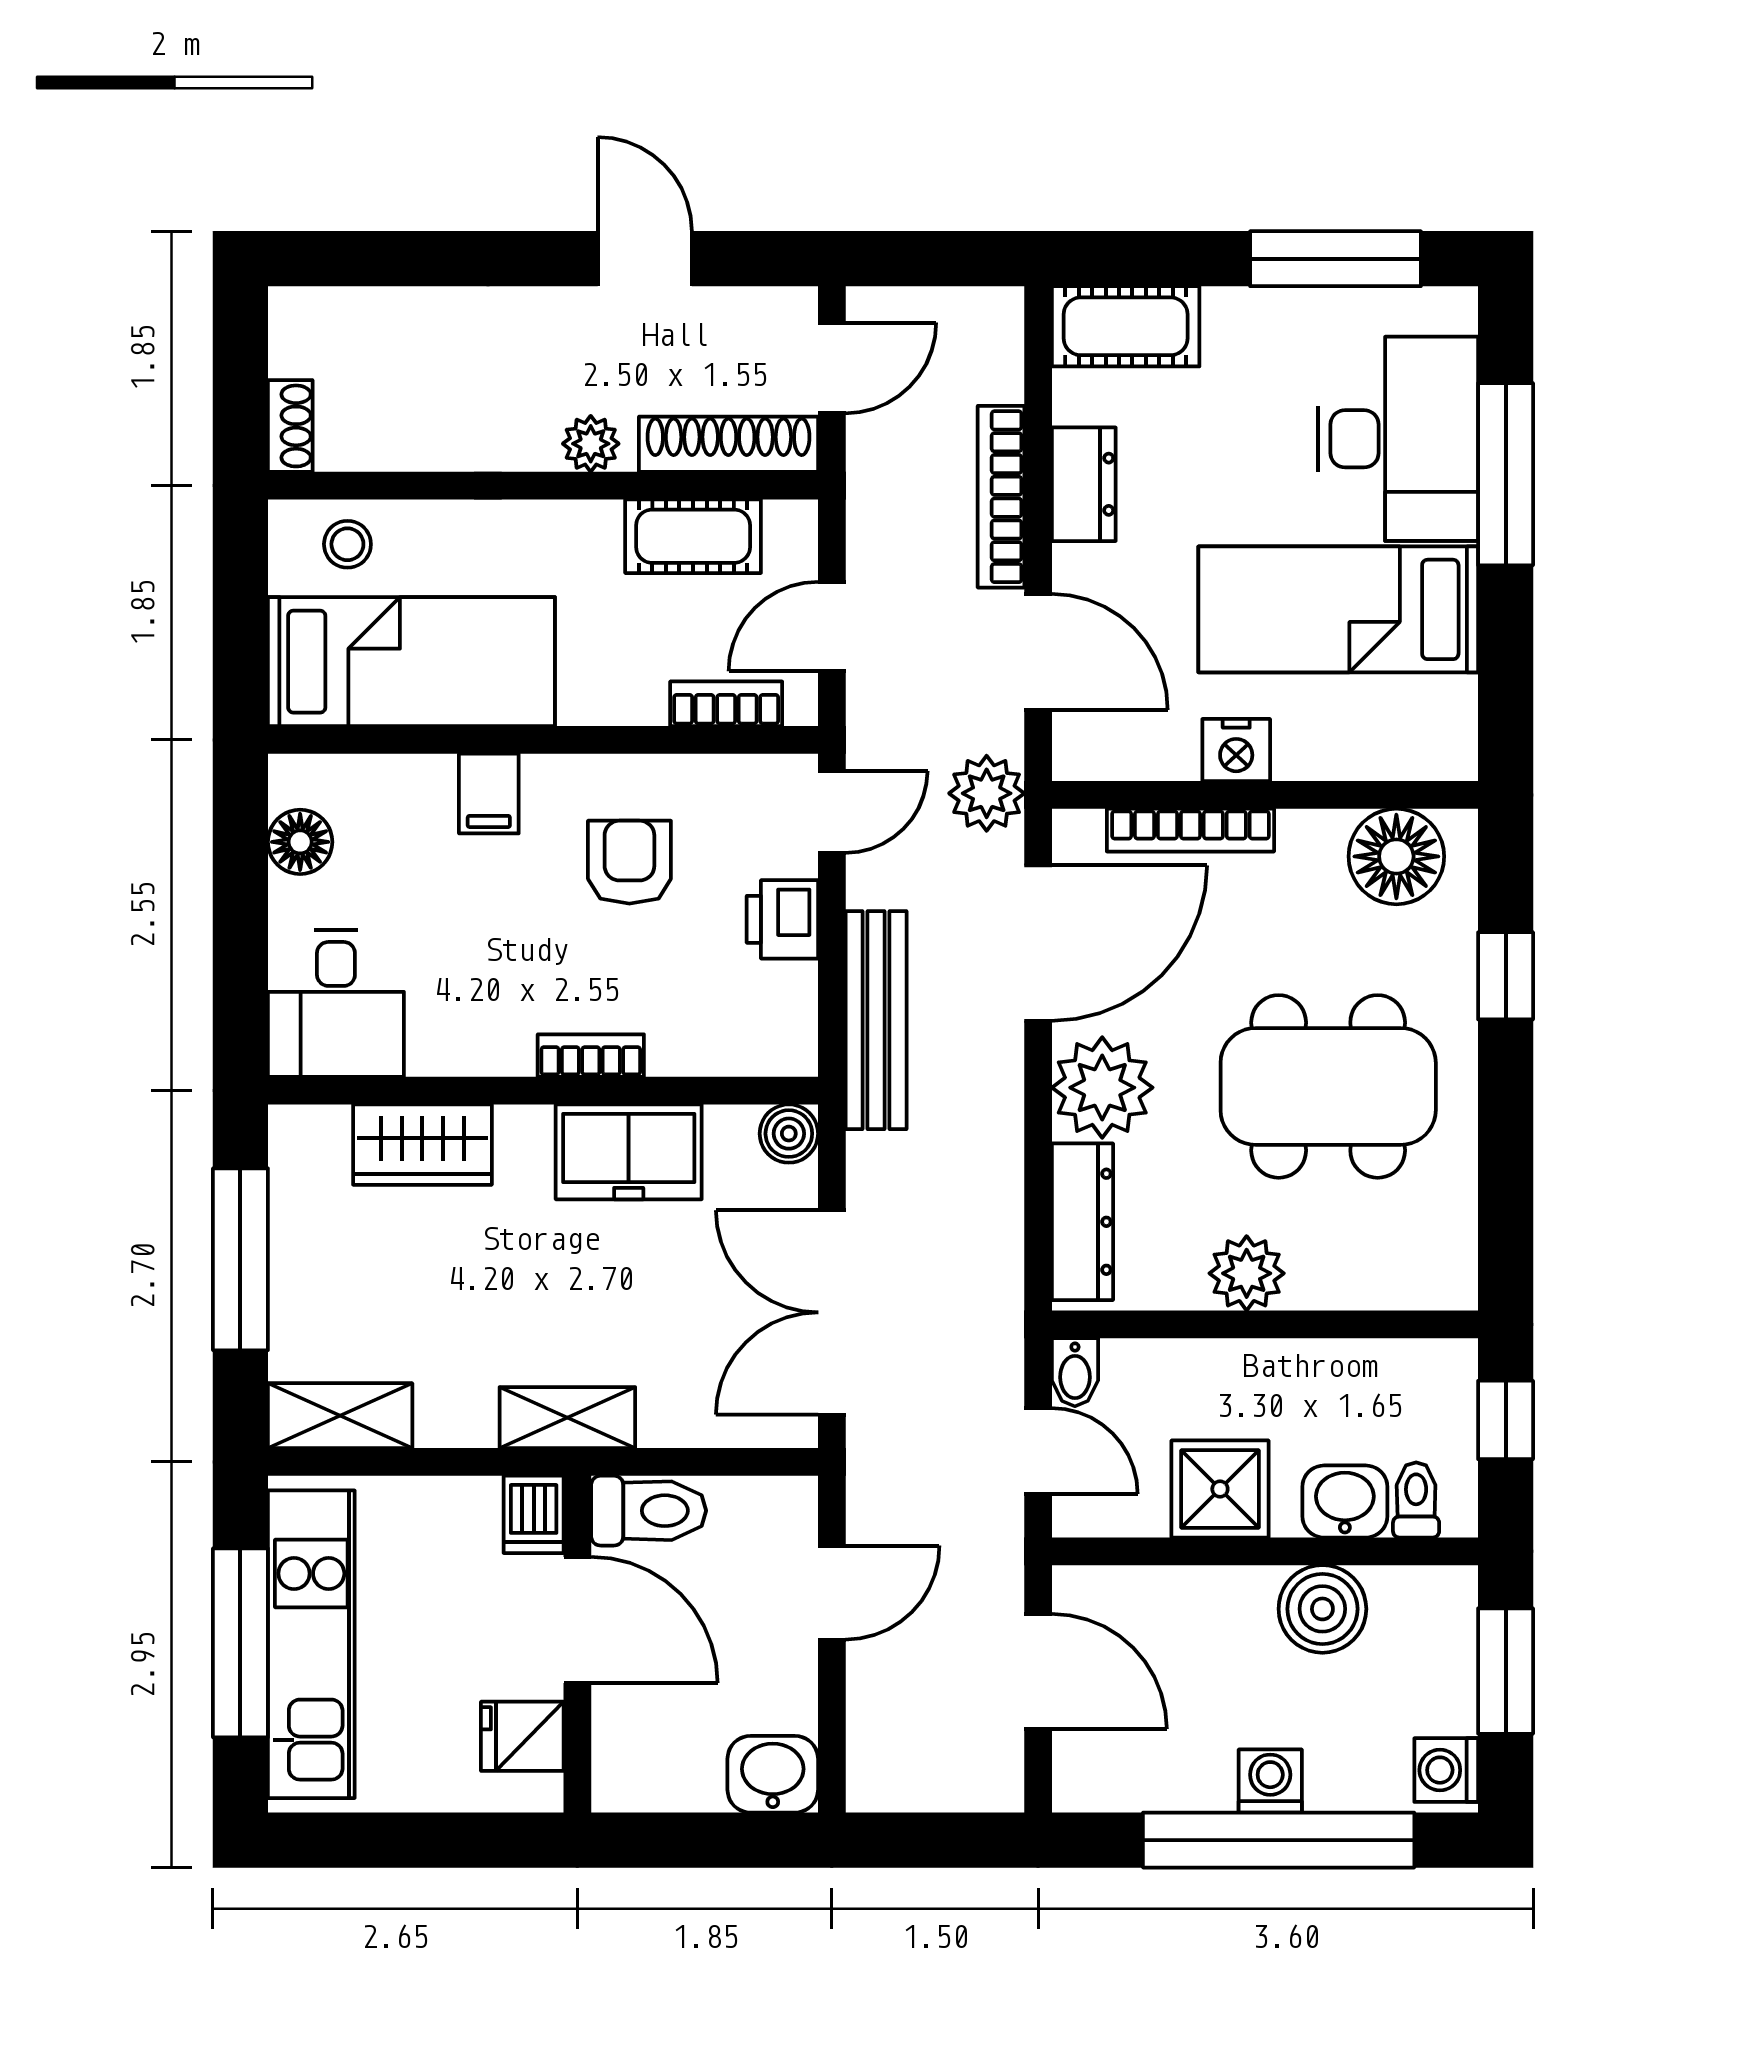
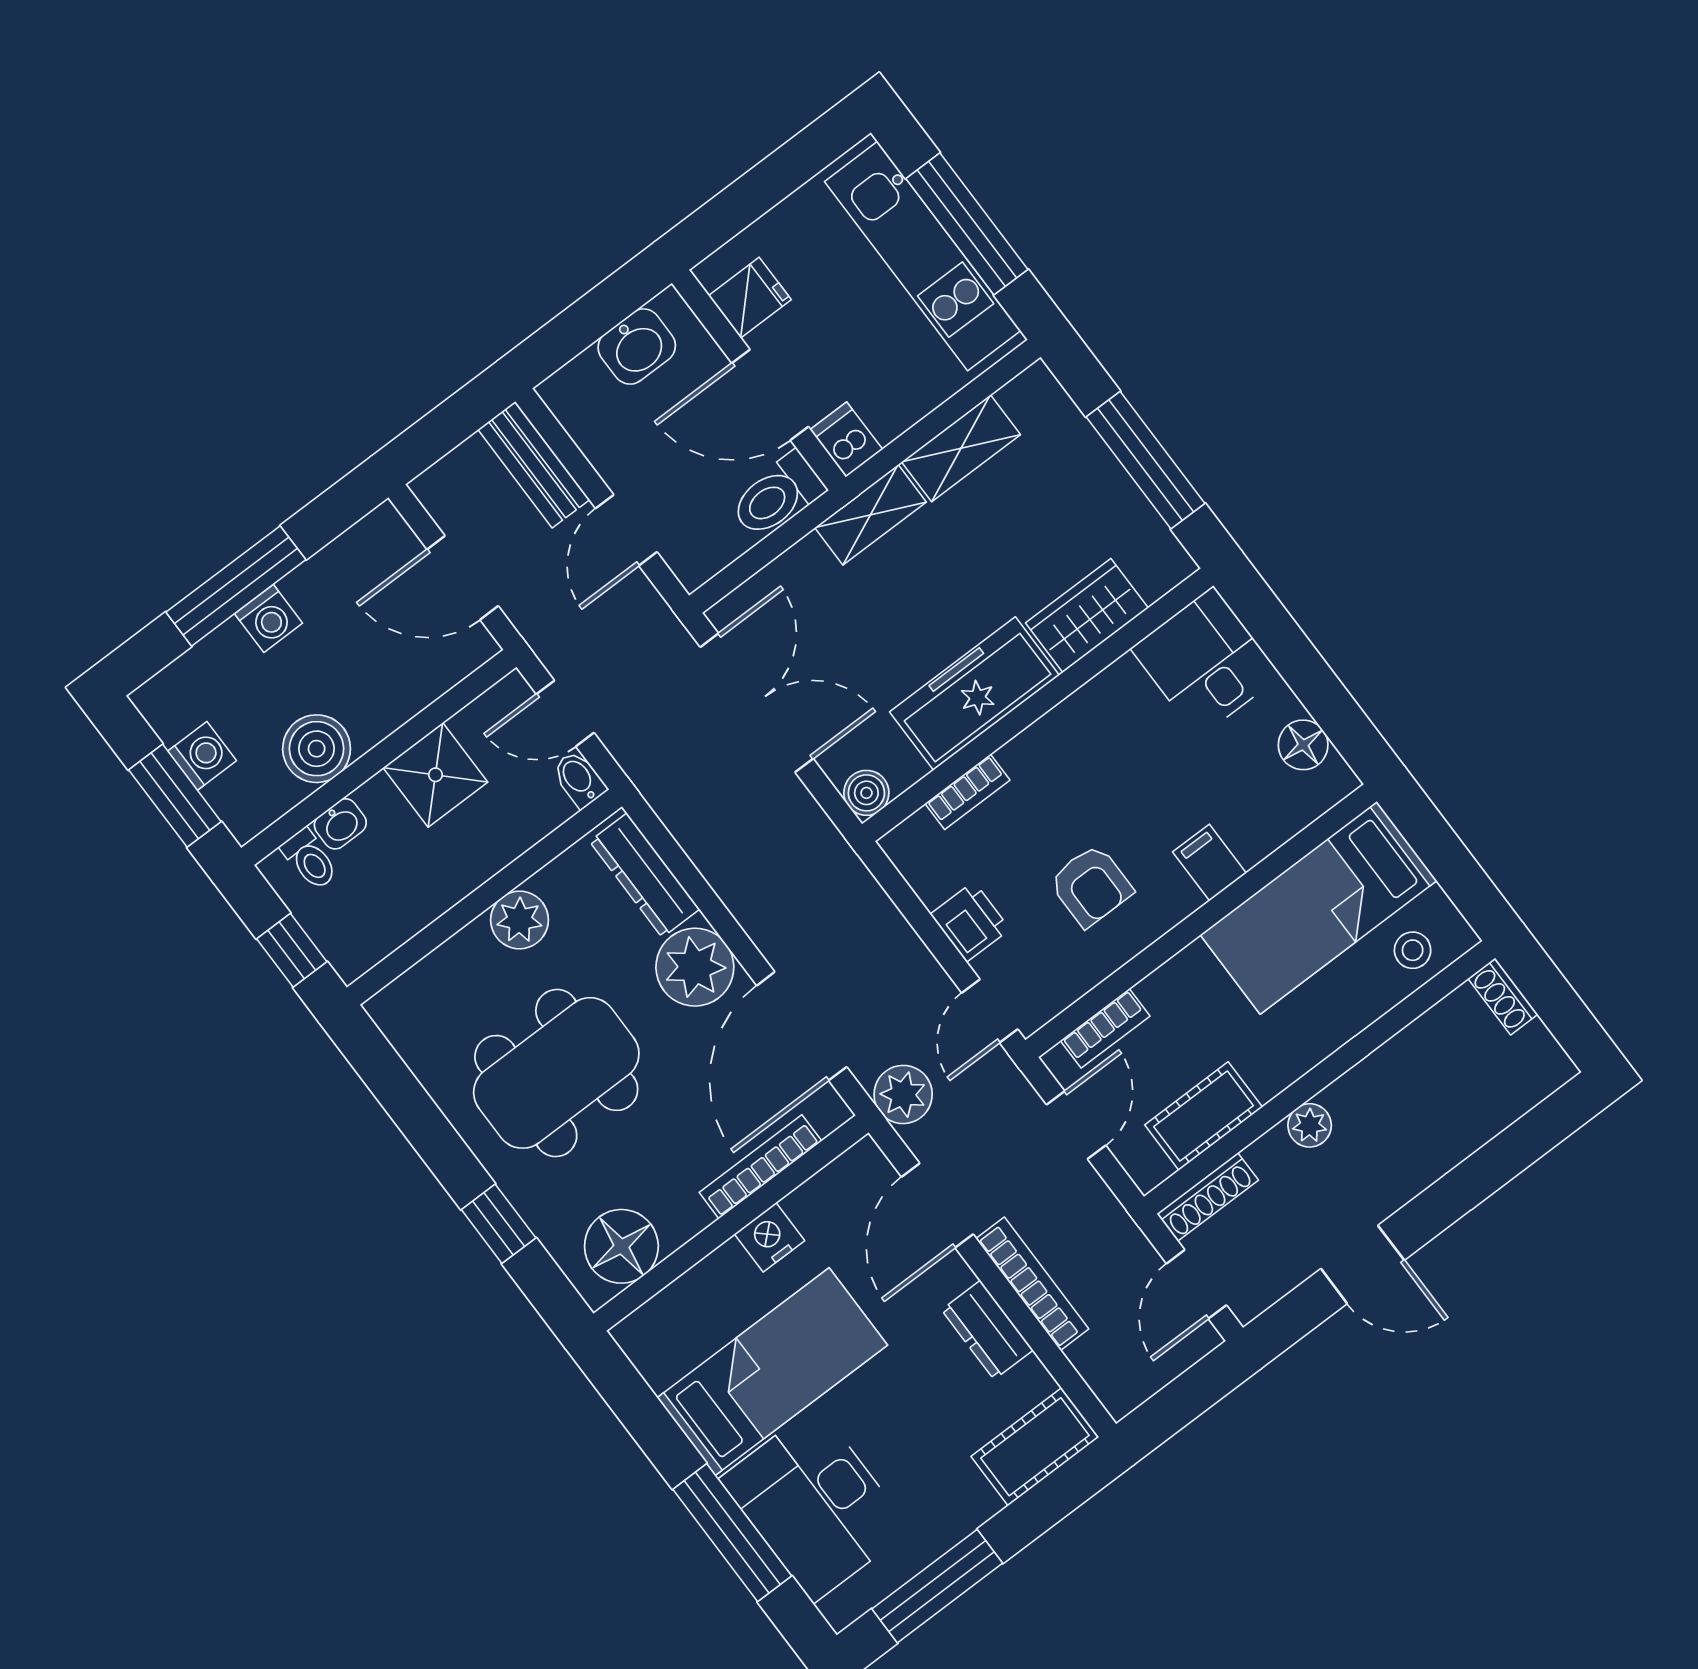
shoe rack: (728, 444) -> (1208, 1197), width x0.74, depth x0.81
door: (1038, 652) -> (937, 1206), hinge flipped
bench: (876, 1020) -> (534, 465), moved, width x0.73
bookcase: (591, 1056) -> (967, 792), moved
freezer: (629, 1152) -> (974, 693), width x1.40
shelving: (340, 1416) -> (961, 448), moved
washbasin: (1345, 1502) -> (340, 824), width x0.72, depth x0.69
washing machine: (1446, 1770) -> (202, 756), moved
washbasin: (773, 1774) -> (637, 346), moved
window: (1279, 1840) -> (236, 586), width x0.68

